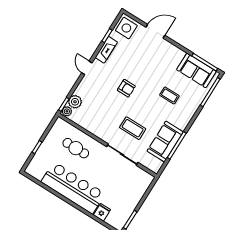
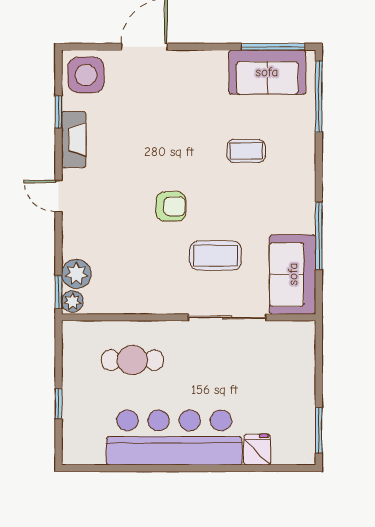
armchair: (126, 88) -> (171, 206), moved
sofa: (165, 142) -> (293, 274), moved

